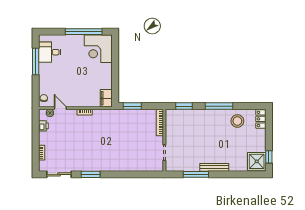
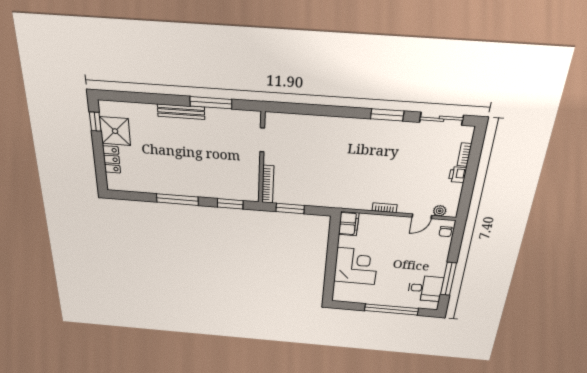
window: (84, 32) -> (391, 310), moved
corner desk: (98, 49) -> (356, 266), moved
window: (132, 106) -> (290, 209), moved
door: (60, 108) -> (422, 216), hinge flipped
locker: (261, 119) -> (112, 159), moved
stool: (237, 121) -> (148, 177), removed
printer: (43, 126) -> (458, 175), moved
shower: (257, 161) -> (115, 131), moved

